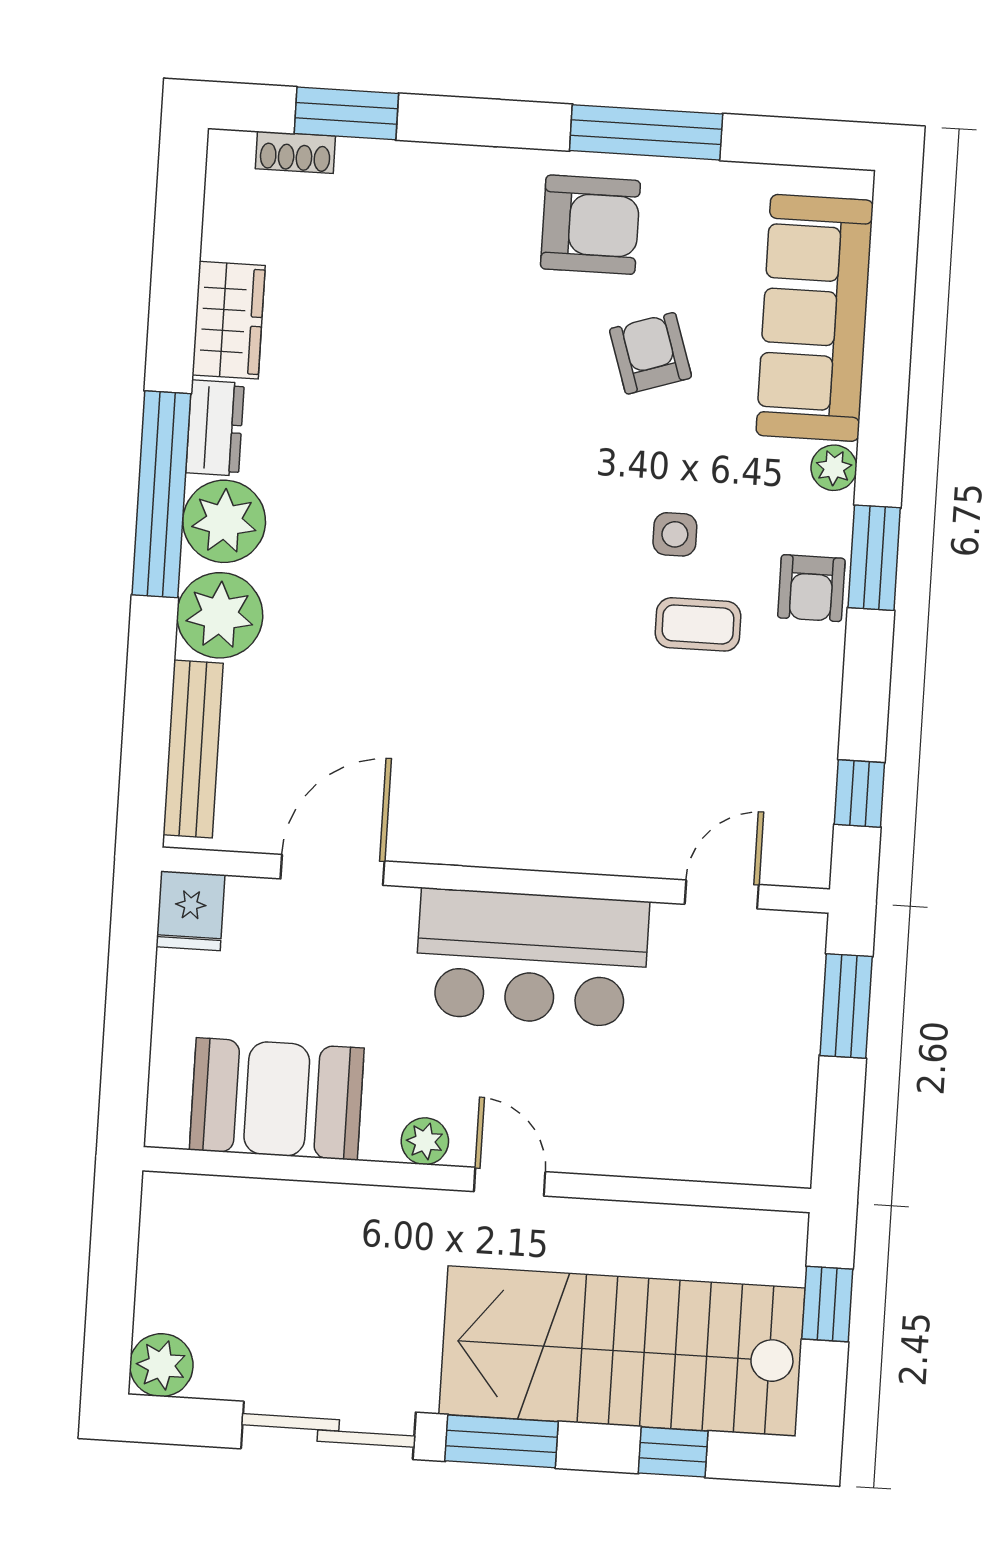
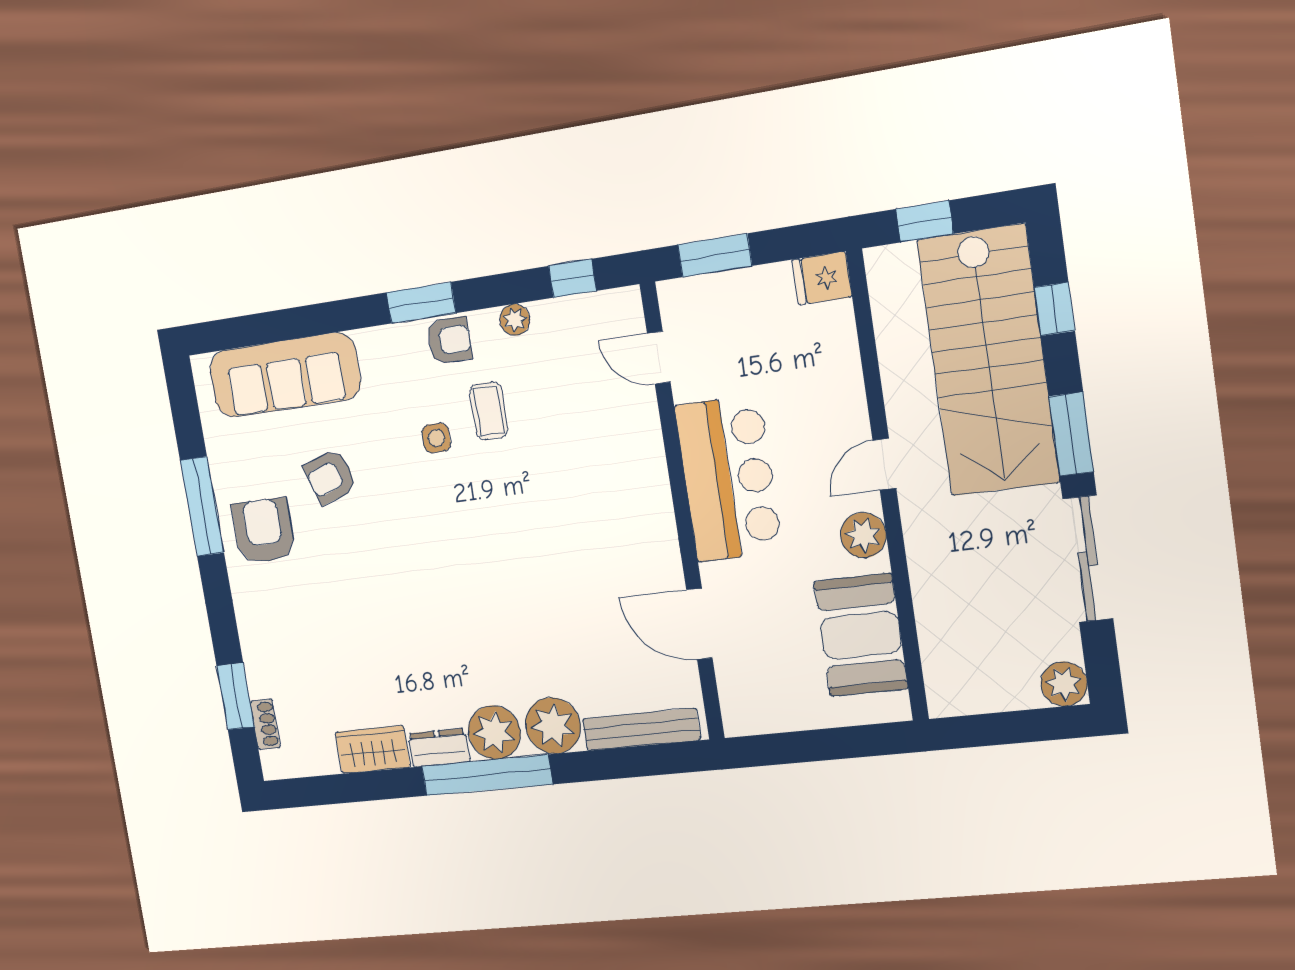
plant: (834, 468) -> (515, 320), moved
fridge: (190, 911) -> (822, 278), moved, turned 180
plant: (425, 1141) -> (863, 535), width x1.38, depth x1.38

